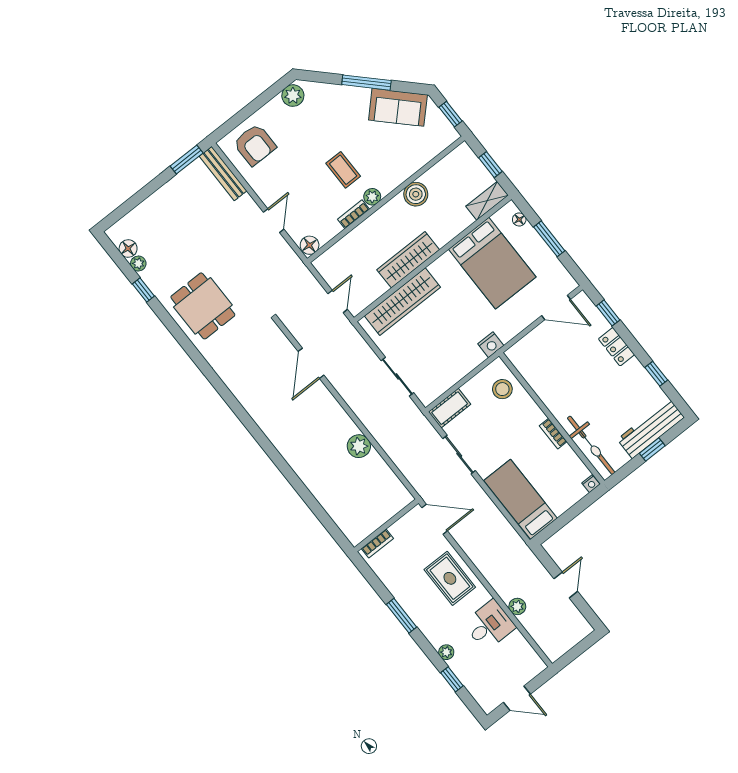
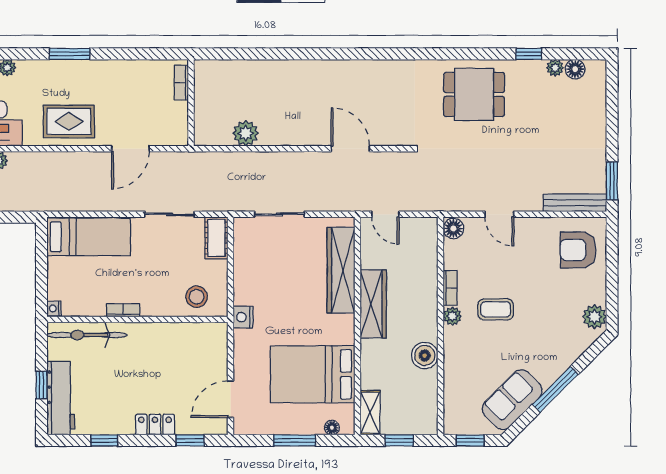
wall: (386, 525) -> (191, 103), moved
bookcase: (377, 544) -> (181, 82), moved

